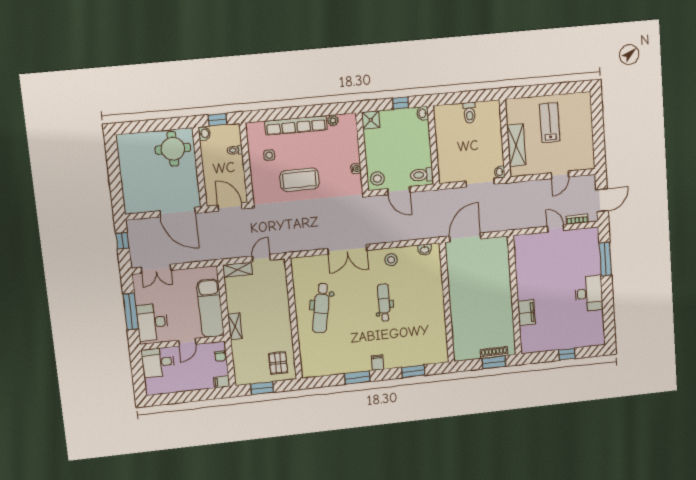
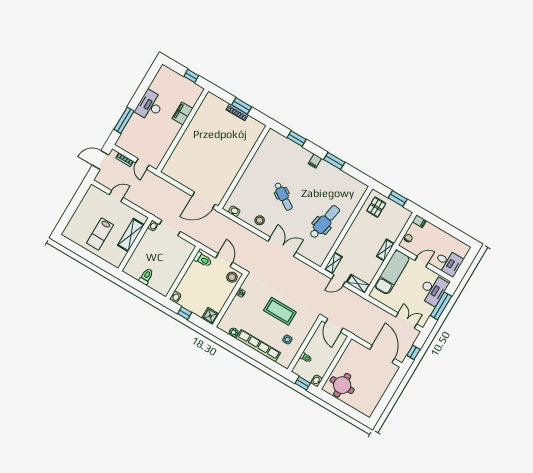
door: (178, 212) -> (382, 354), moved
shelving: (280, 272) -> (333, 263), added
wall: (514, 295) -> (182, 130), moved
dental chair: (384, 303) -> (283, 196), turned -57
filing cabinet: (526, 313) -> (183, 113), moved

